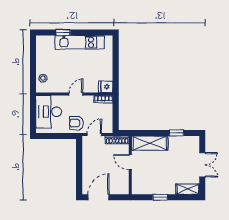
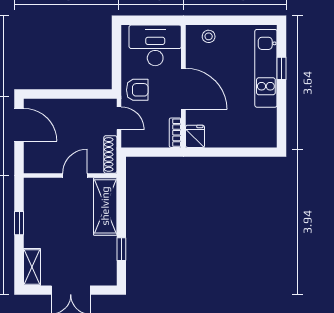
kitchen unit: (80, 42) -> (266, 68), moved
door: (76, 94) -> (183, 89), width x1.88
armchair: (77, 123) -> (137, 90), turned 90

